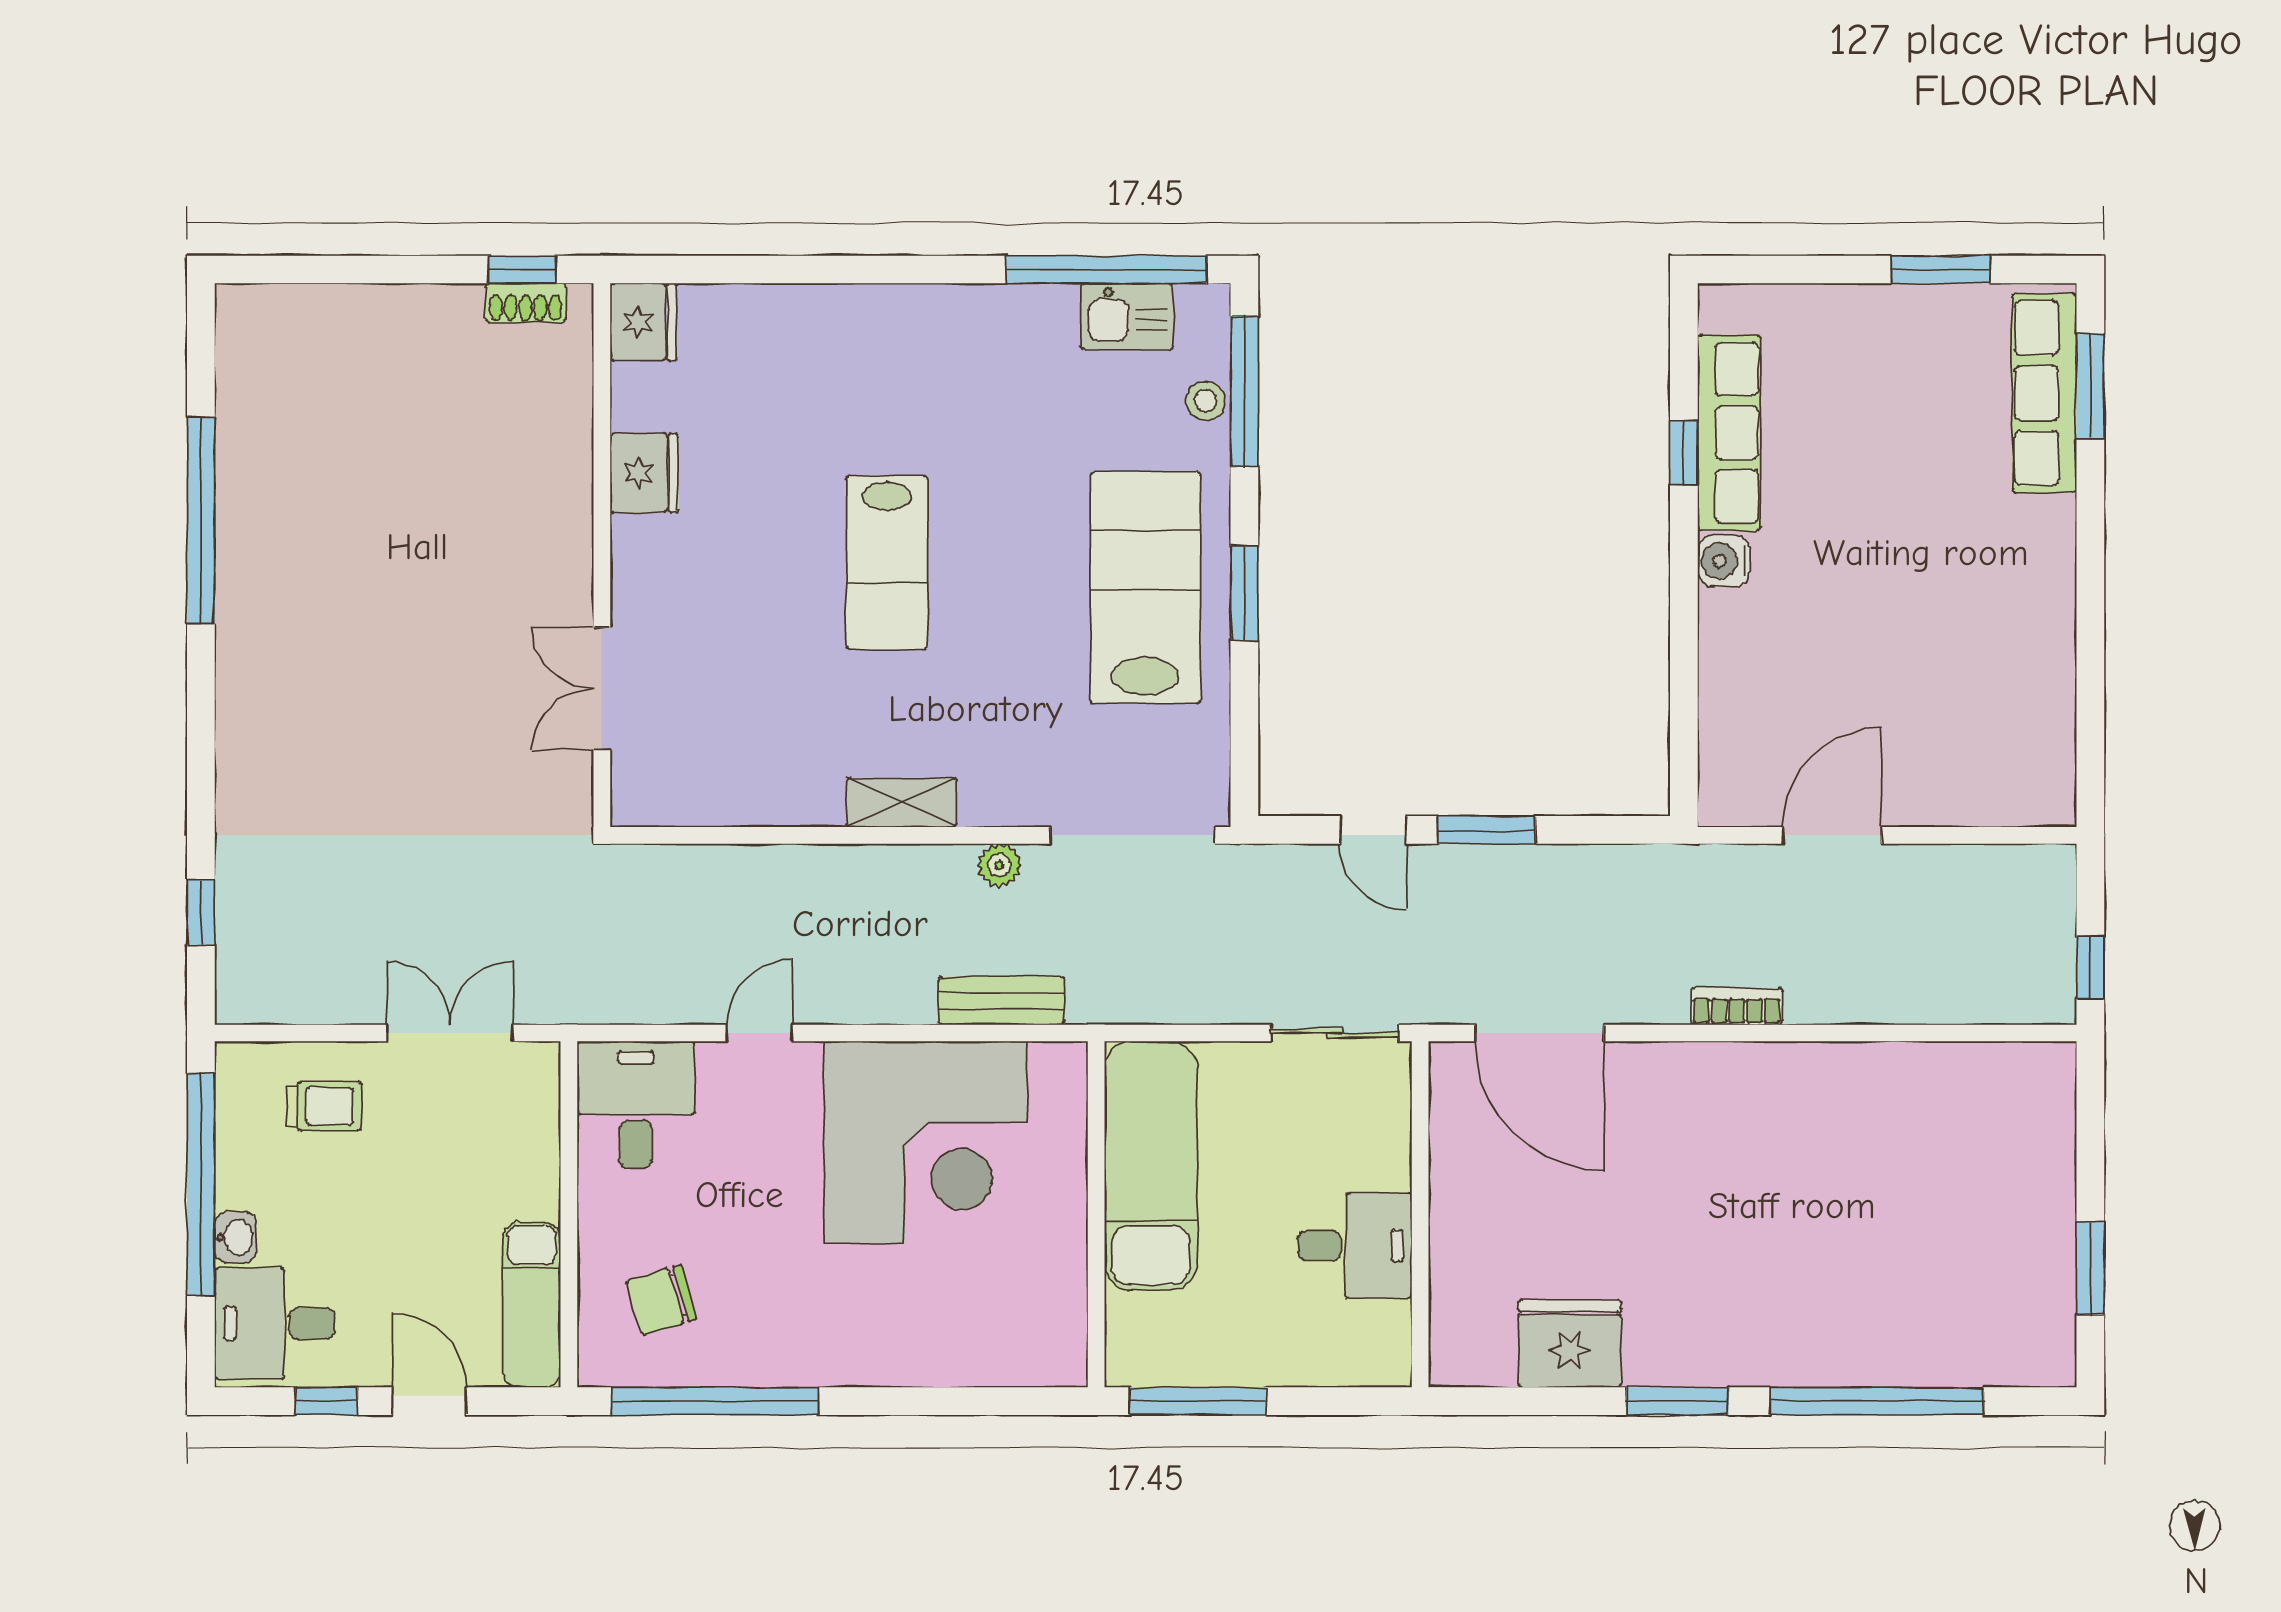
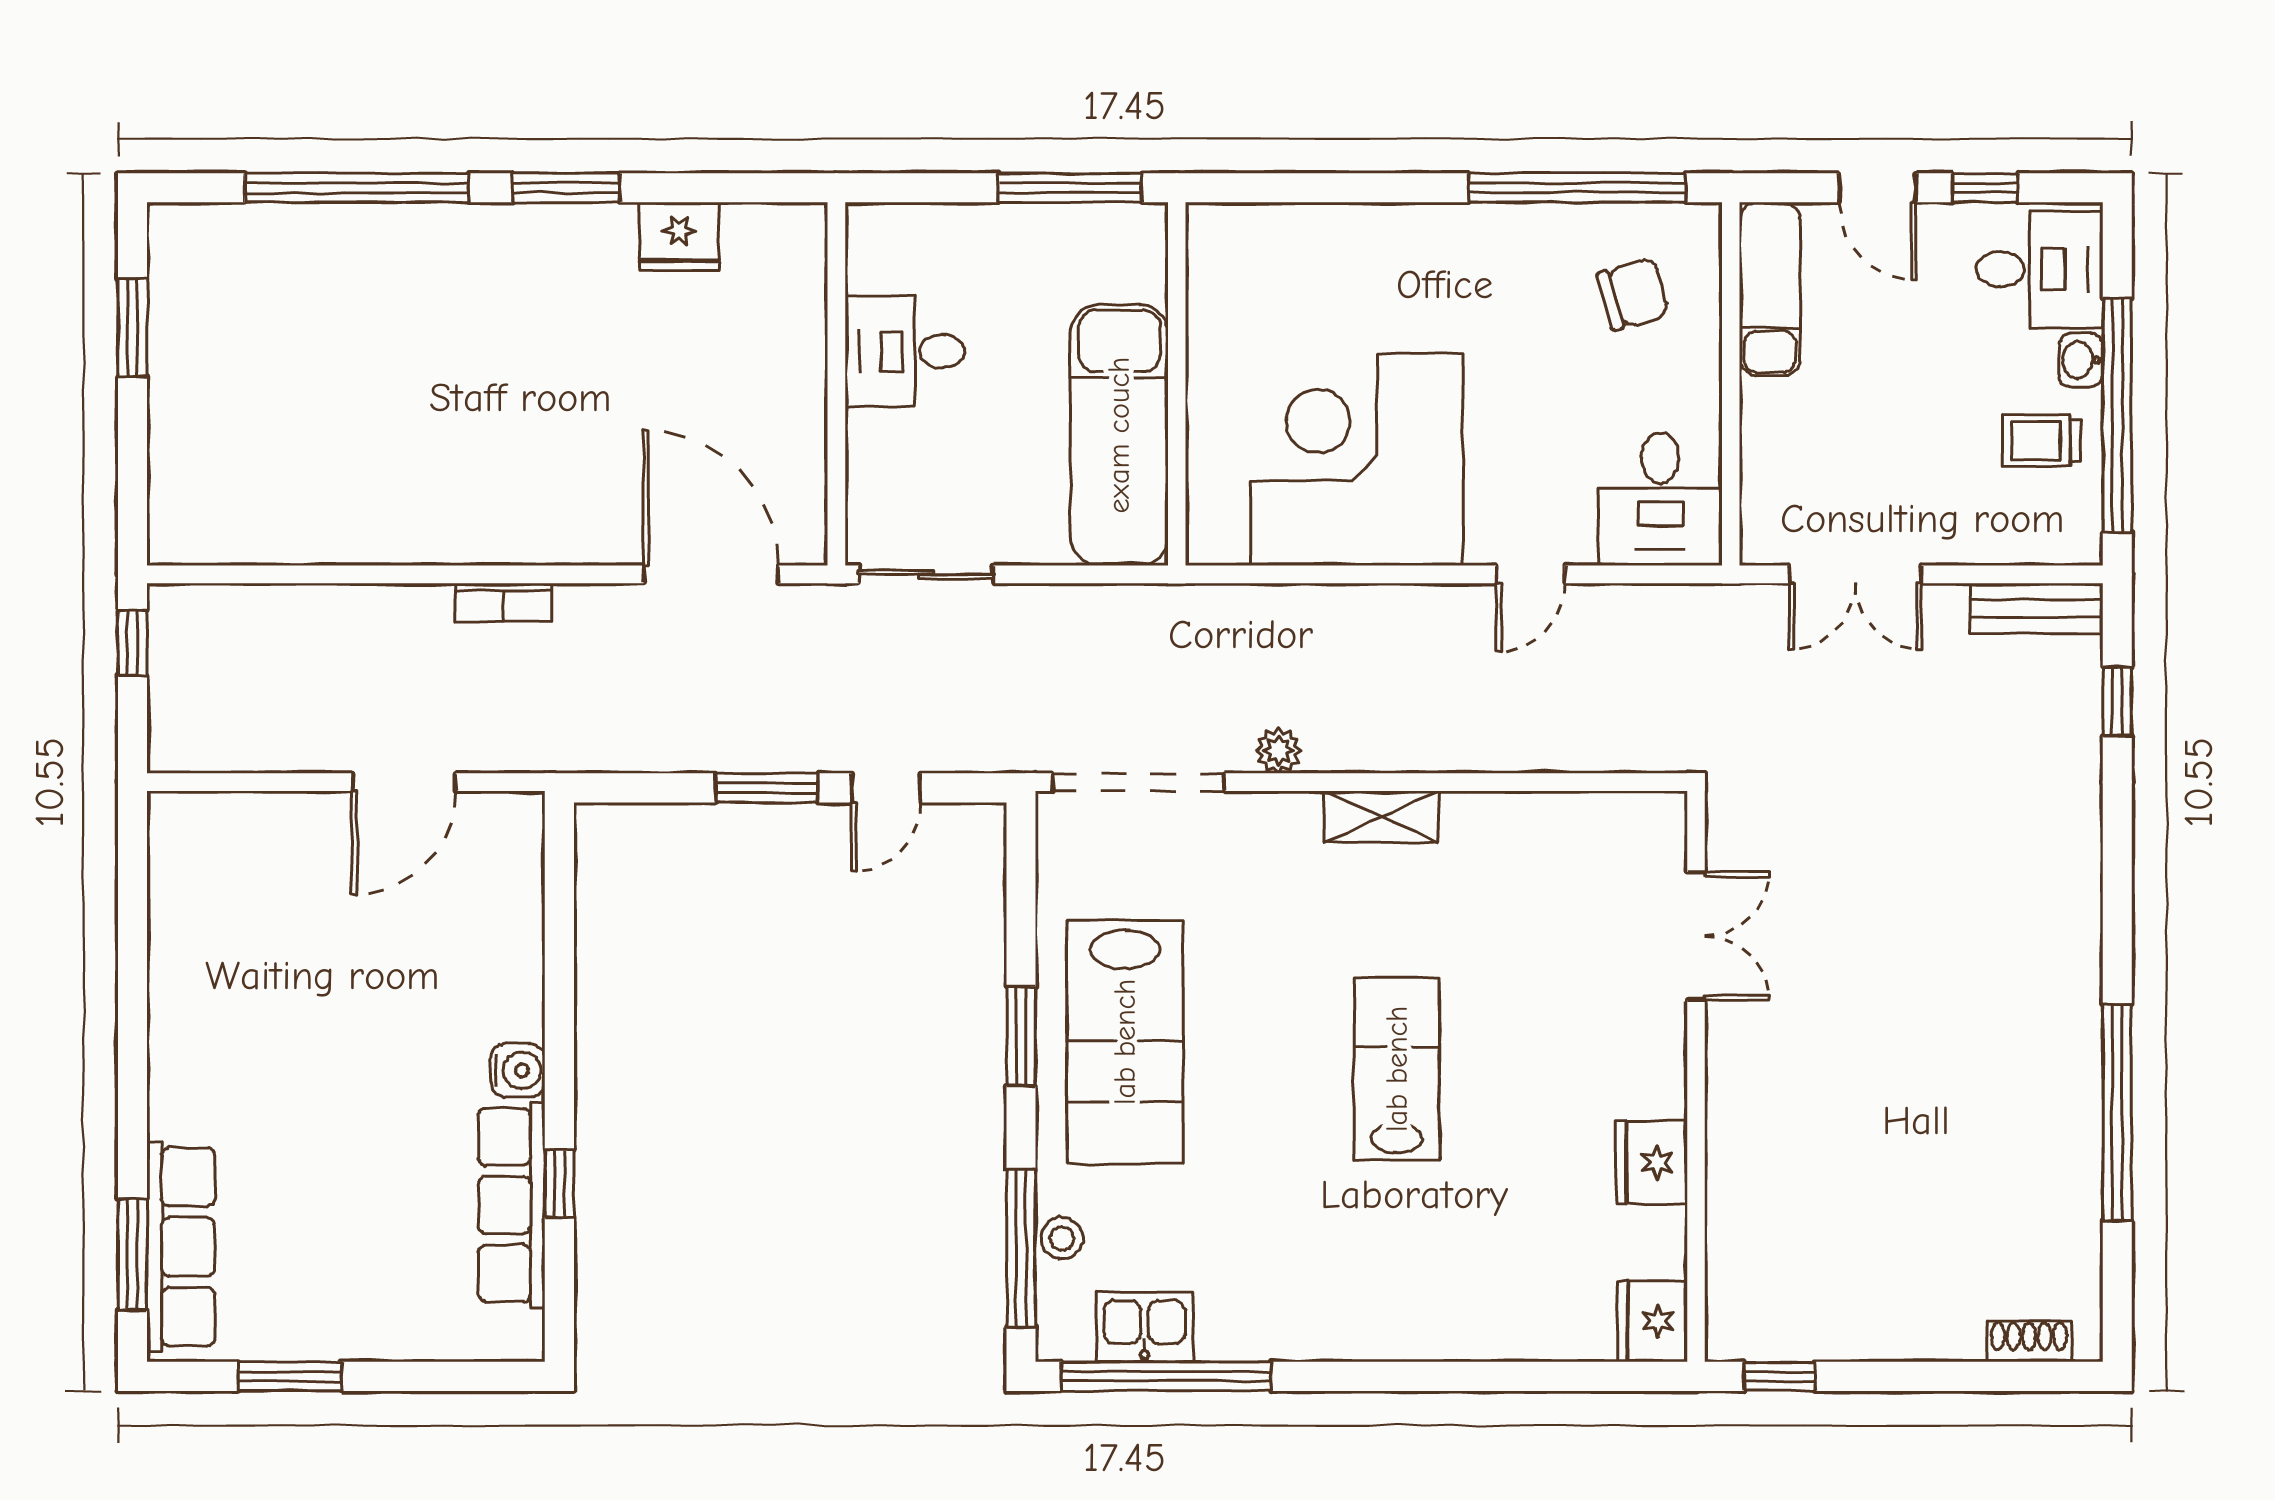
shoe rack: (525, 303) -> (2029, 1341), moved
door: (1373, 830) -> (886, 788), swing flipped
bench: (1001, 1001) -> (2037, 608), moved
trolley: (324, 1106) -> (2042, 441), moved
fridge: (1570, 1344) -> (679, 237), width x0.73, depth x0.75

